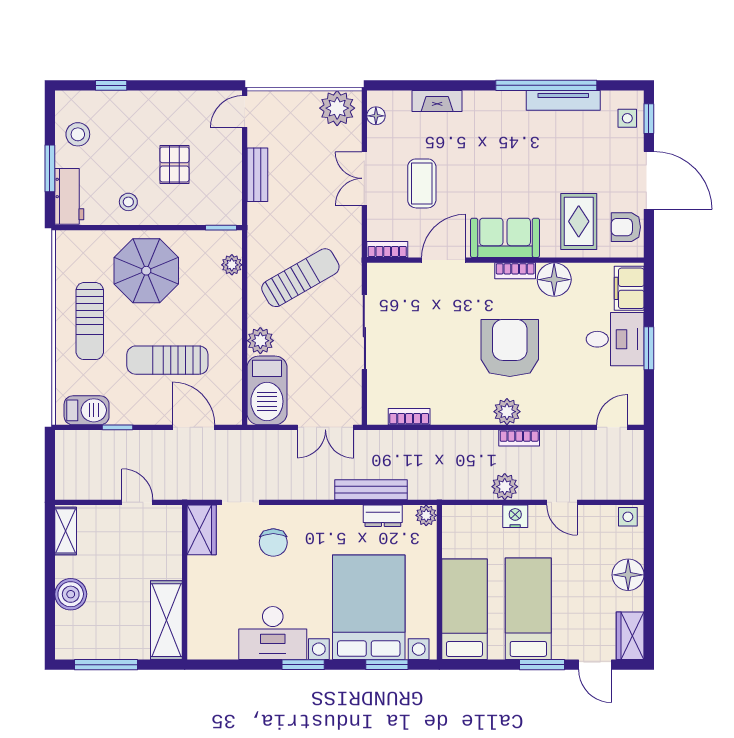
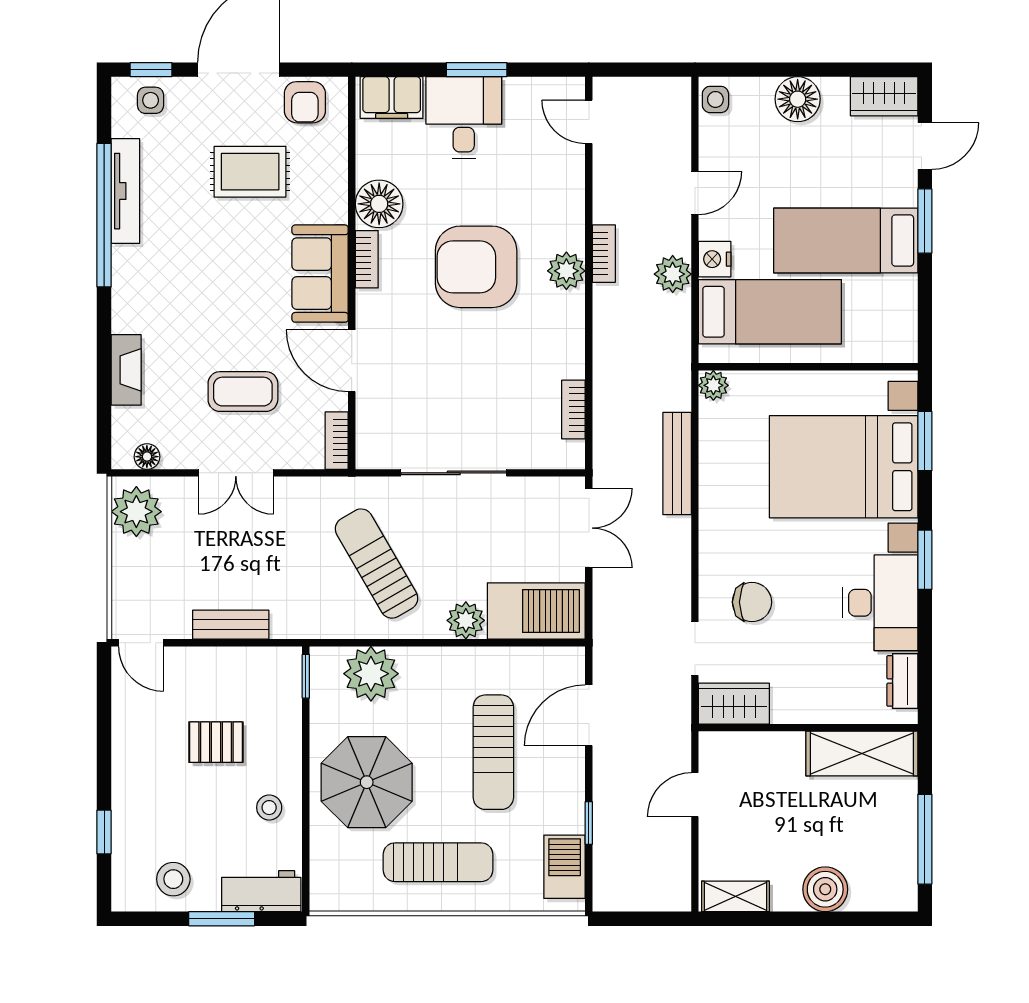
rug: (579, 221) -> (250, 172), moved
plant: (232, 265) -> (371, 674), width x1.88, depth x1.88
dresser: (383, 516) -> (902, 681), moved, turned 180
bed: (464, 609) -> (770, 312), moved, turned 180

